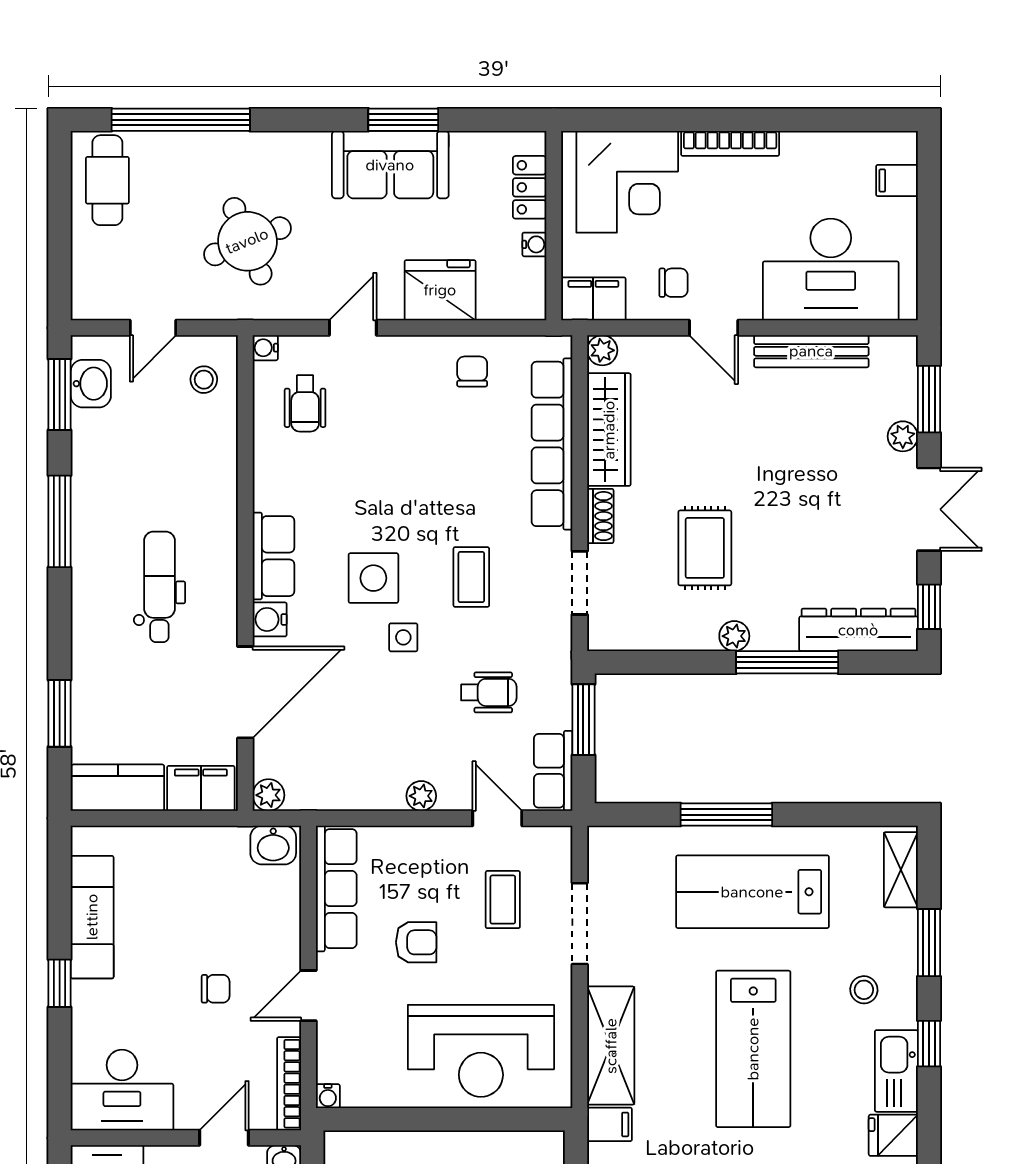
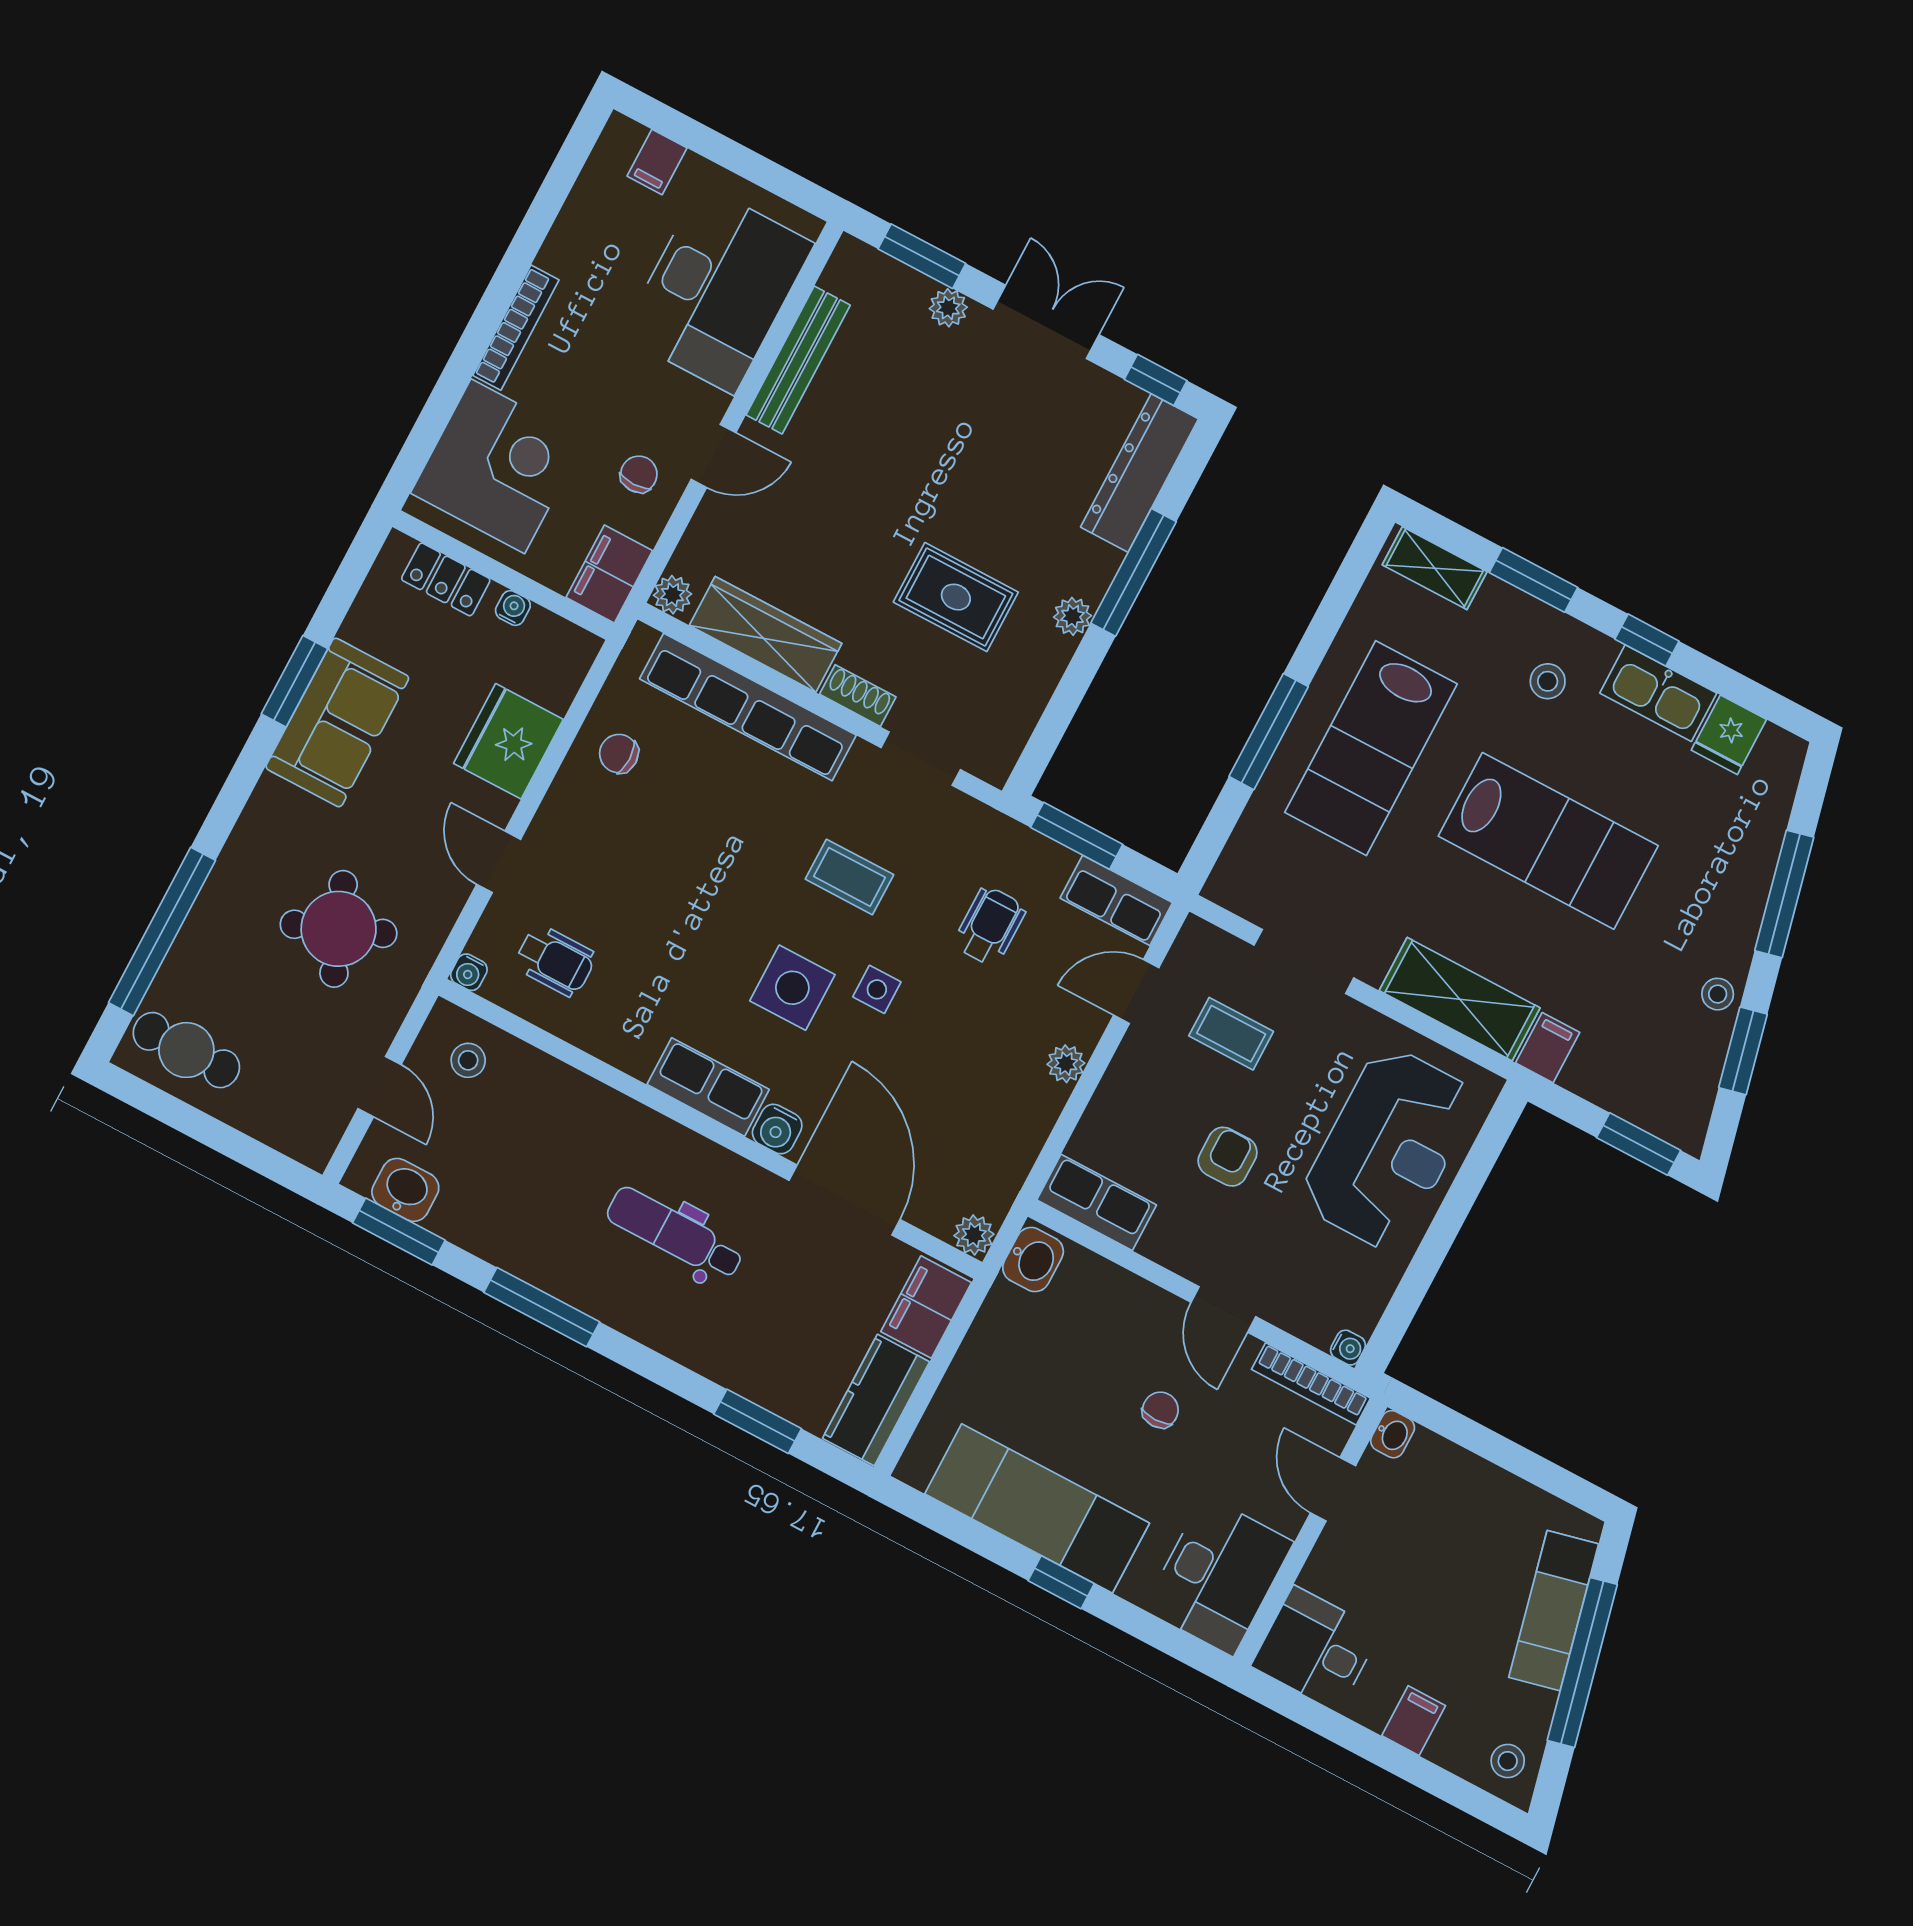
row of seats: (336, 889) -> (1097, 1202), width x0.68
exam couch: (92, 917) -> (1037, 1508), width x1.36, depth x1.45

